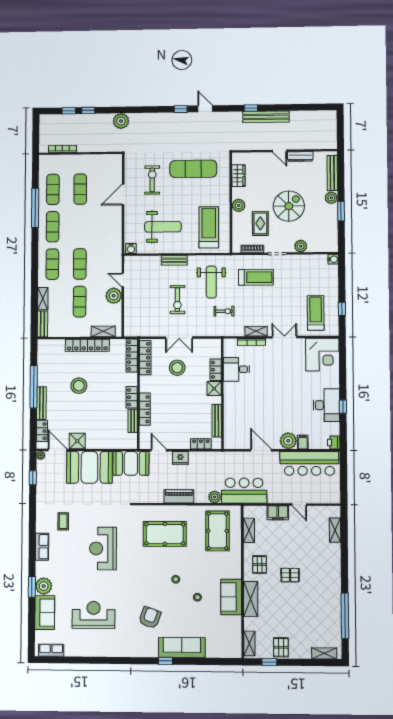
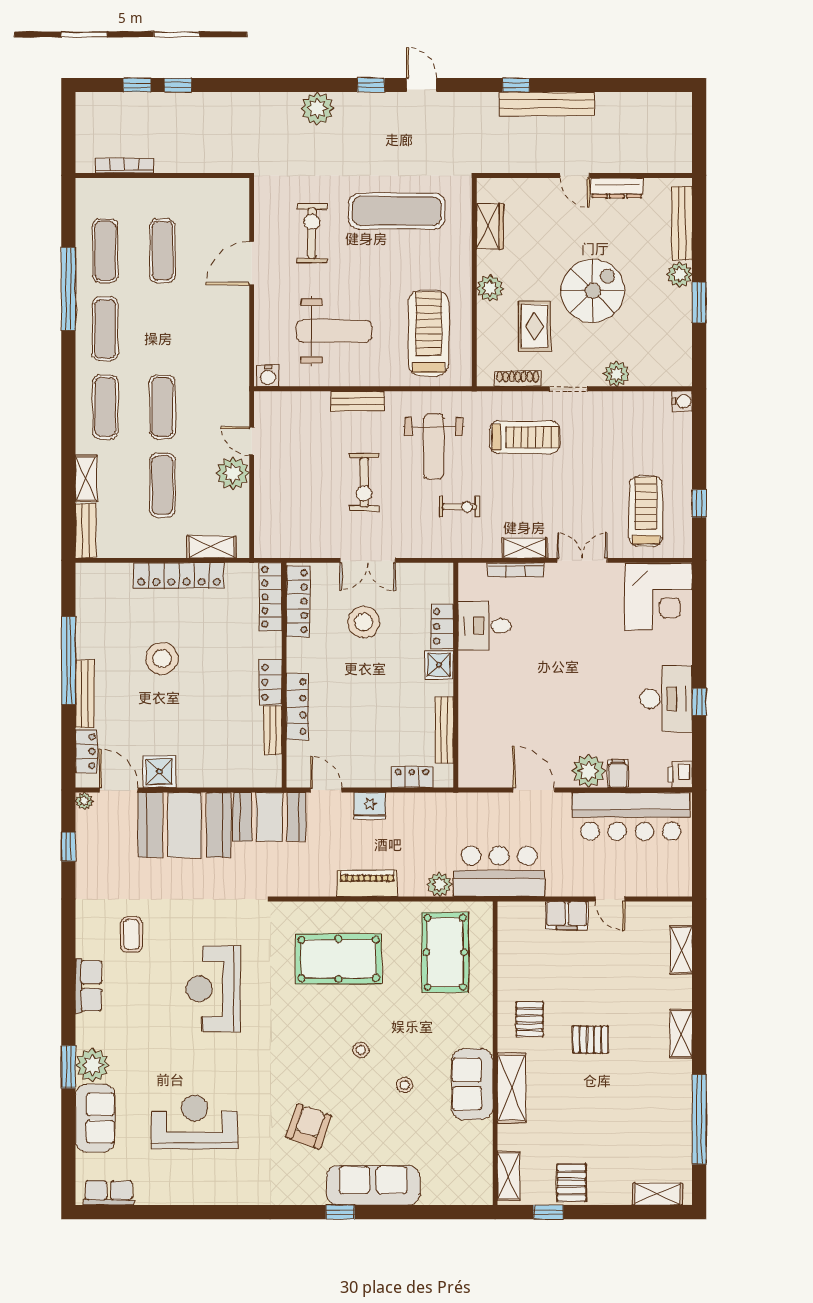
plant: (121, 121) -> (317, 108), moved
shelving: (249, 530) -> (681, 1034), moved

